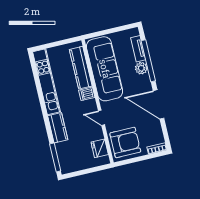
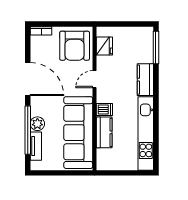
kitchen counter: (81, 68) -> (104, 132), width x0.67
door: (101, 118) -> (94, 79), swing flipped
armchair: (125, 142) -> (75, 46), turned -90

